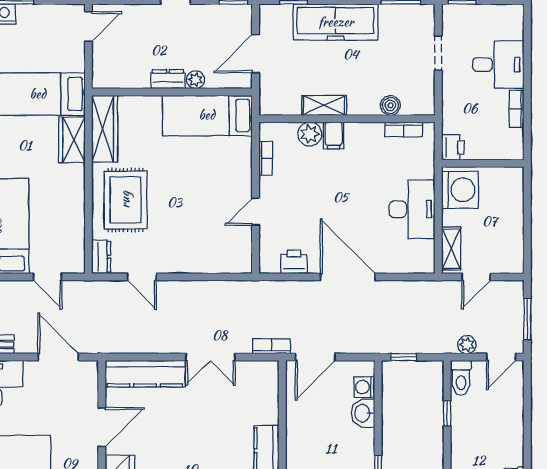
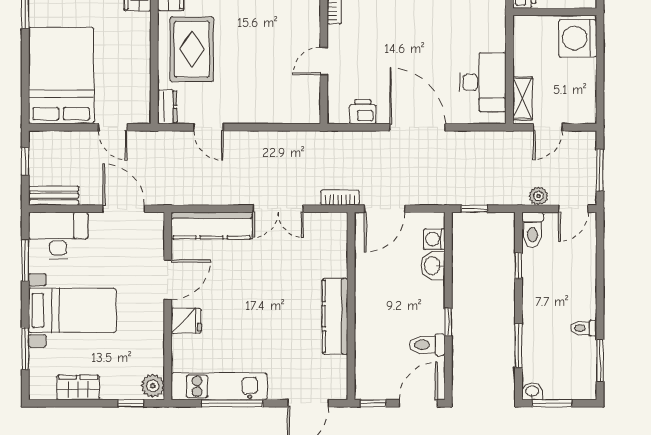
washing machine: (460, 190) -> (578, 38), moved, turned 180
desk: (412, 209) -> (483, 82), moved

